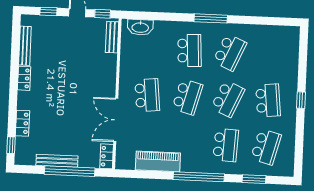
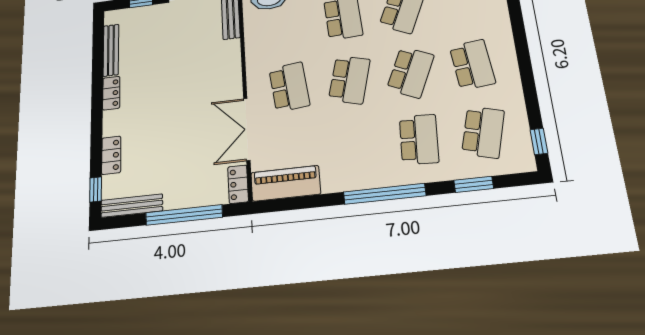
window: (301, 100) -> (539, 141), moved
bench: (57, 161) -> (132, 206), moved
piano: (158, 161) -> (286, 183), moved

